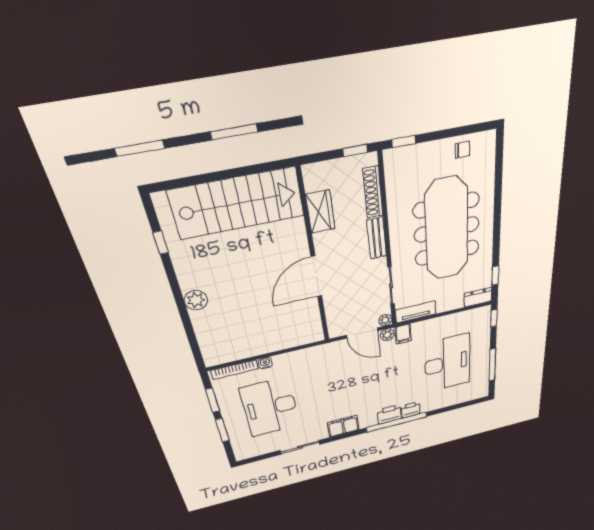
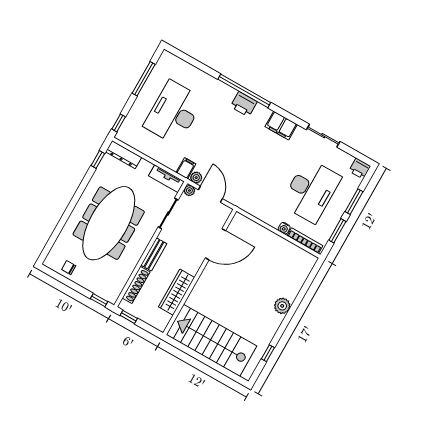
wardrobe: (320, 212) -> (177, 292), width x1.50
door: (316, 276) -> (215, 244), moved
dresser: (478, 297) -> (124, 155), width x1.44
printer: (411, 410) -> (360, 169), moved

